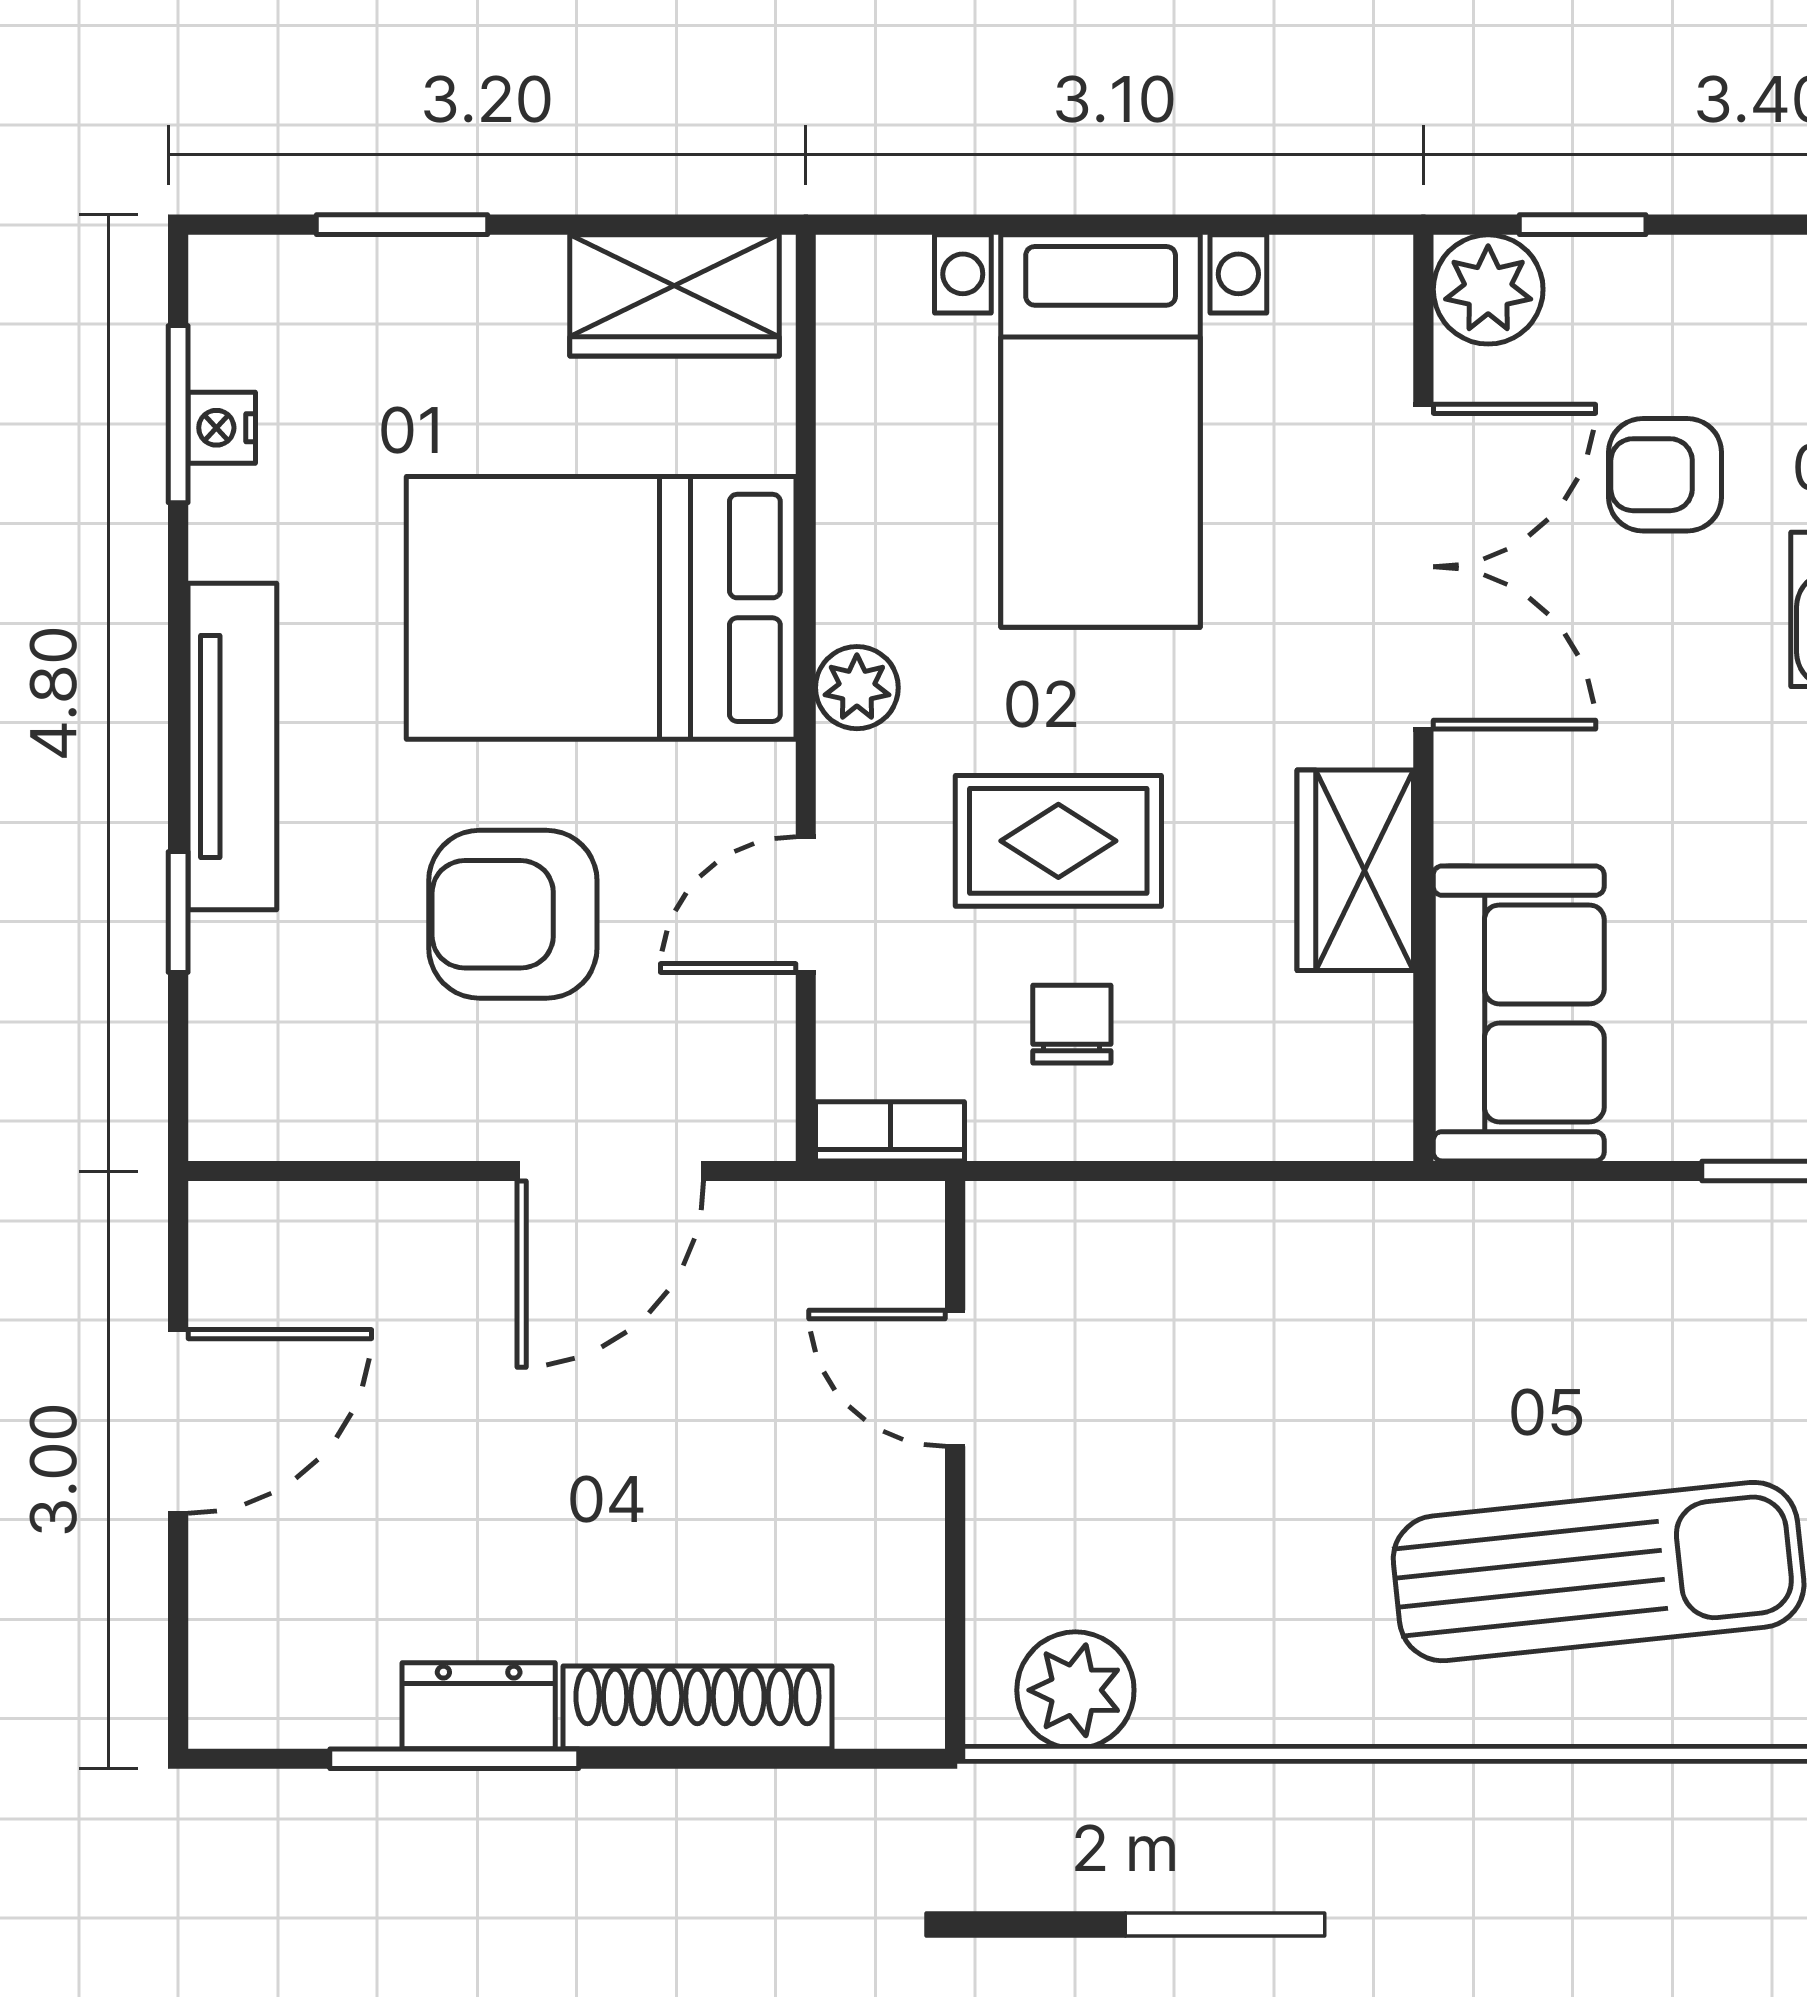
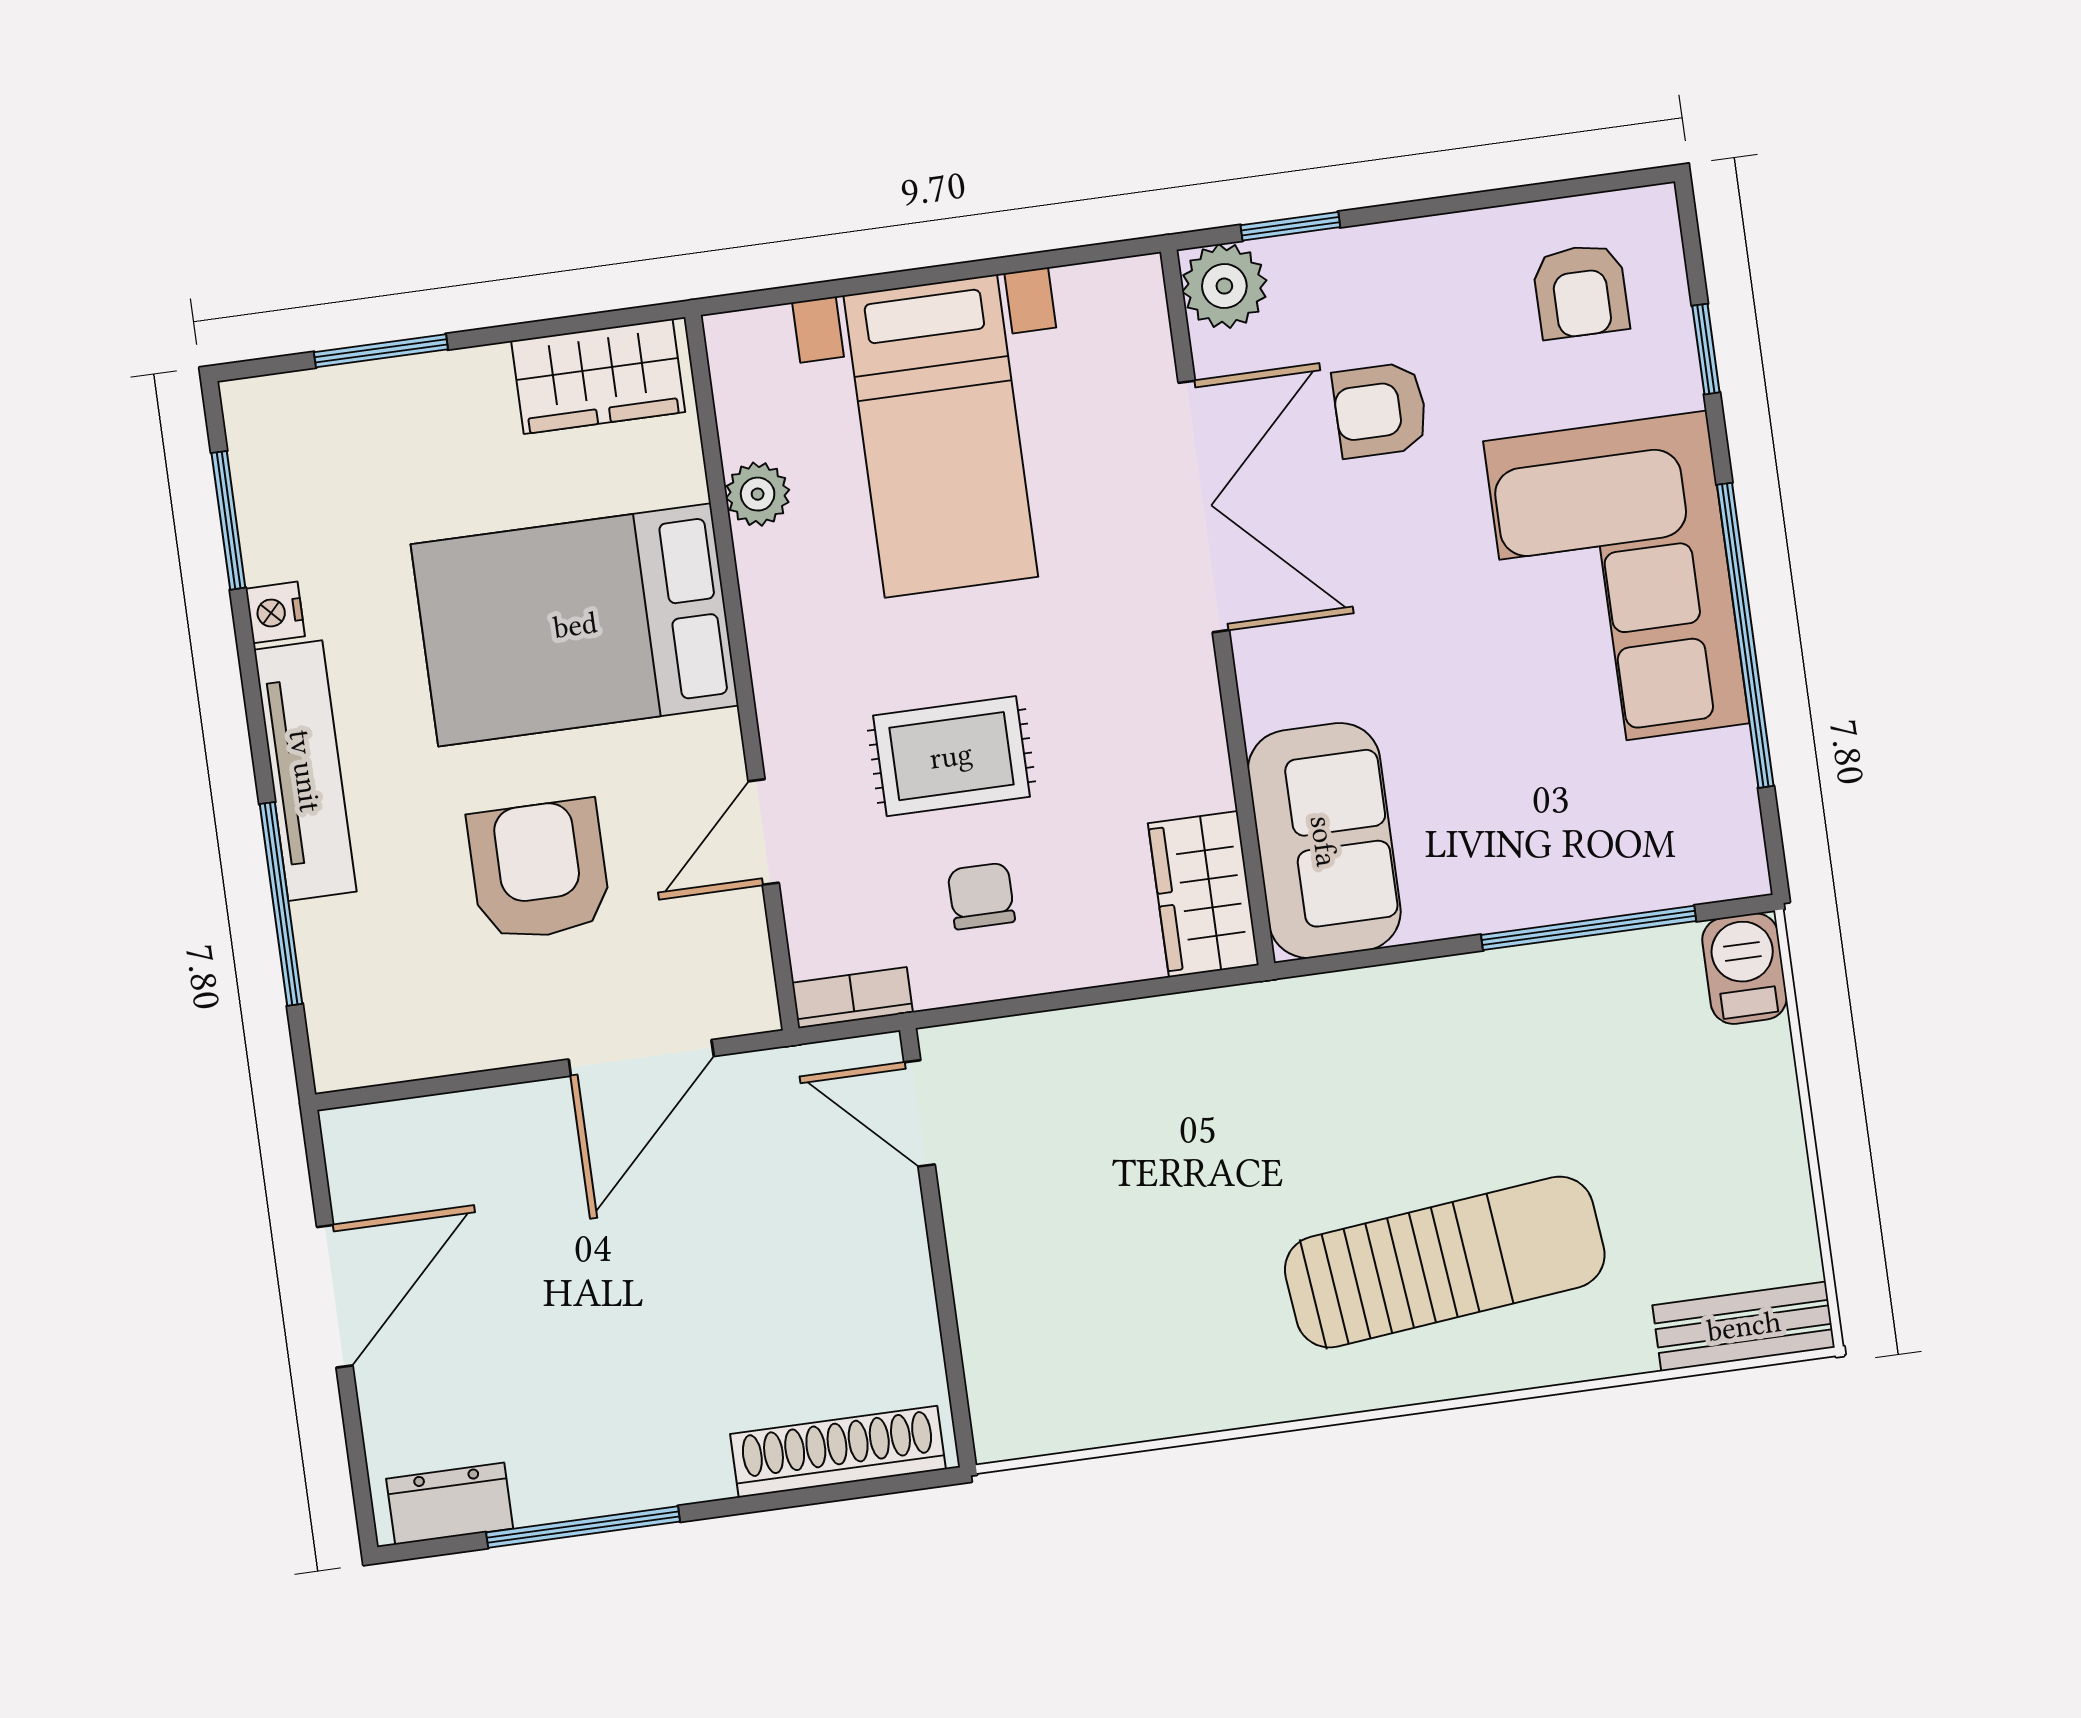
nightstand: (222, 428) -> (275, 612), moved
plant: (857, 688) -> (758, 494), moved
wardrobe: (1355, 870) -> (1203, 894), moved
window: (178, 912) -> (281, 904), width x2.17
armchair: (513, 914) -> (539, 870), turned 90
door: (955, 1378) -> (919, 1113), moved
plant: (1075, 1690) -> (1054, 1409), removed
dresser: (479, 1706) -> (450, 1504), moved
shoe rack: (697, 1707) -> (838, 1452), moved

